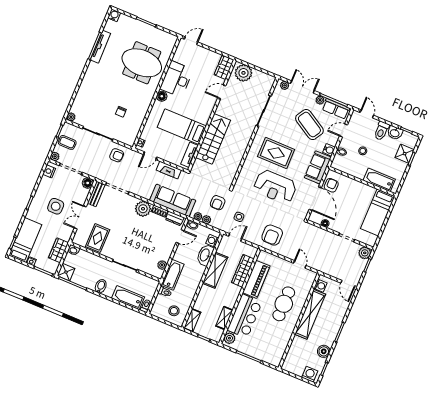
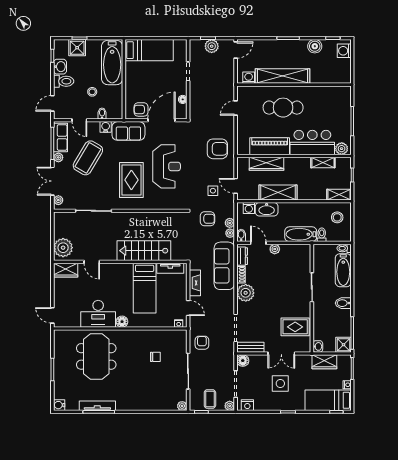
bathtub: (379, 180) -> (112, 63), width x1.36, depth x1.36
plant: (365, 253) -> (212, 46), moved
plant: (162, 265) -> (275, 249), moved

